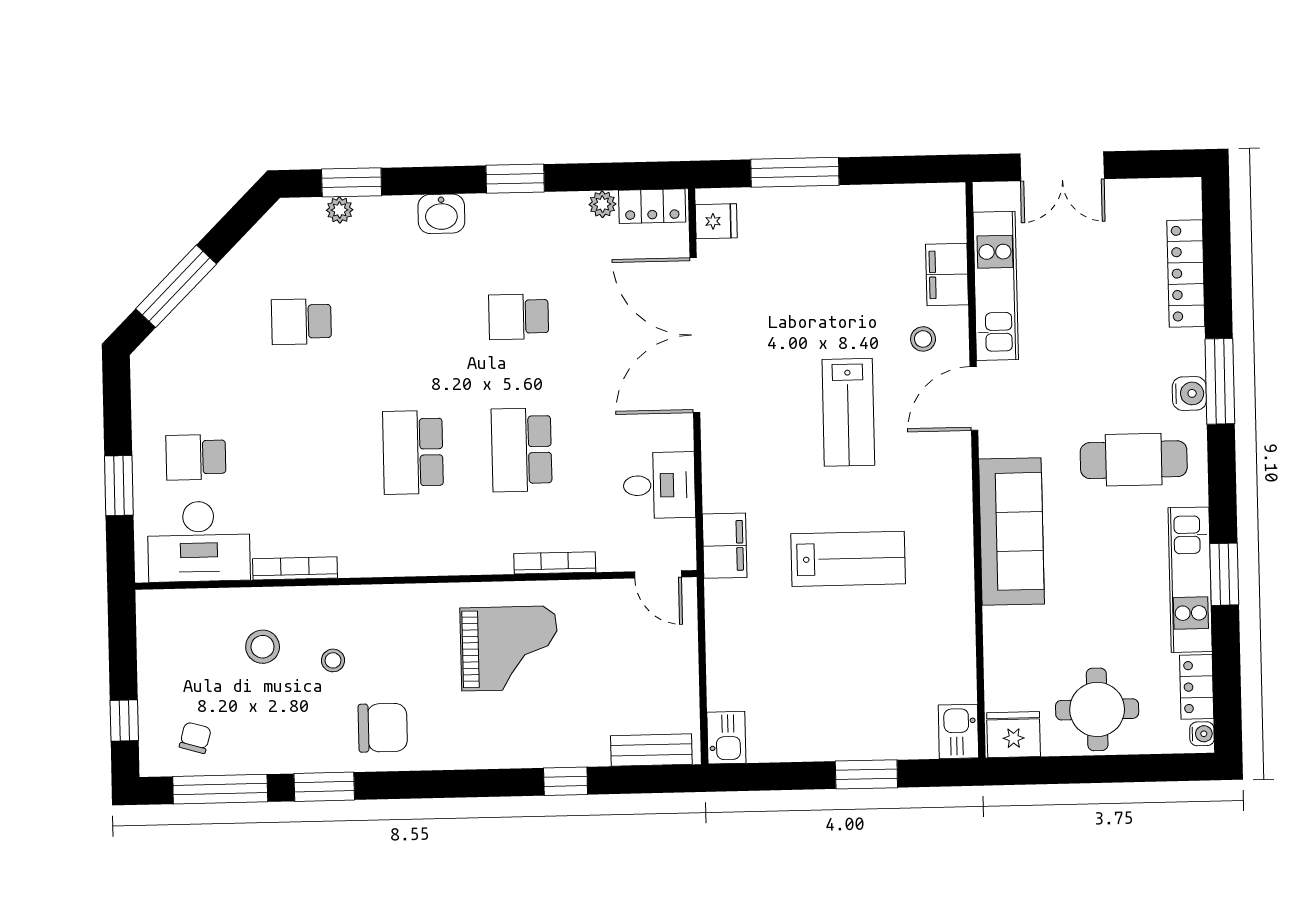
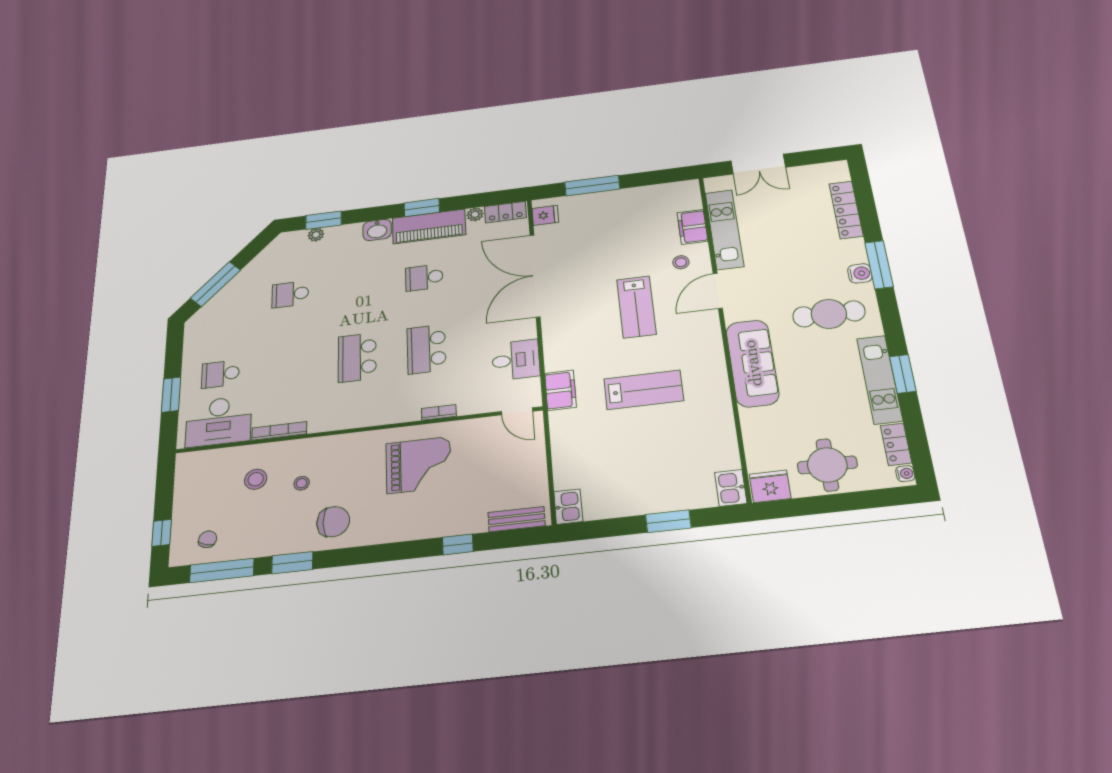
piano: (527, 218) -> (429, 226), added
bookcase: (555, 563) -> (439, 412), width x0.64

